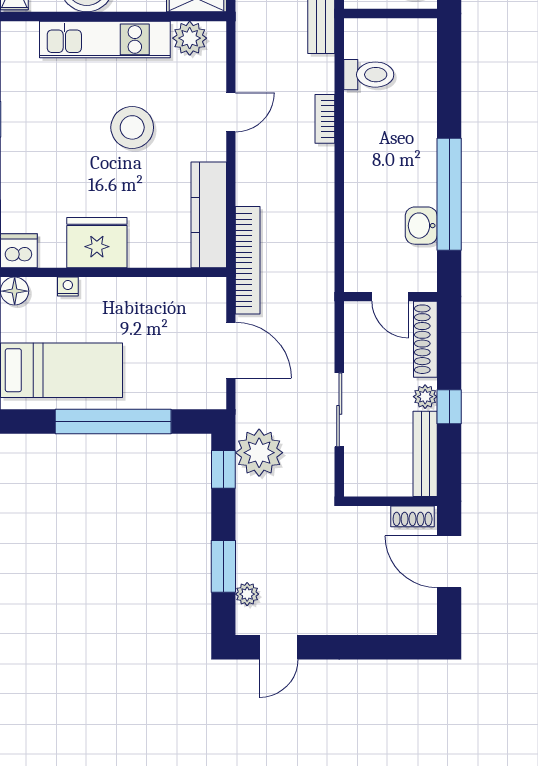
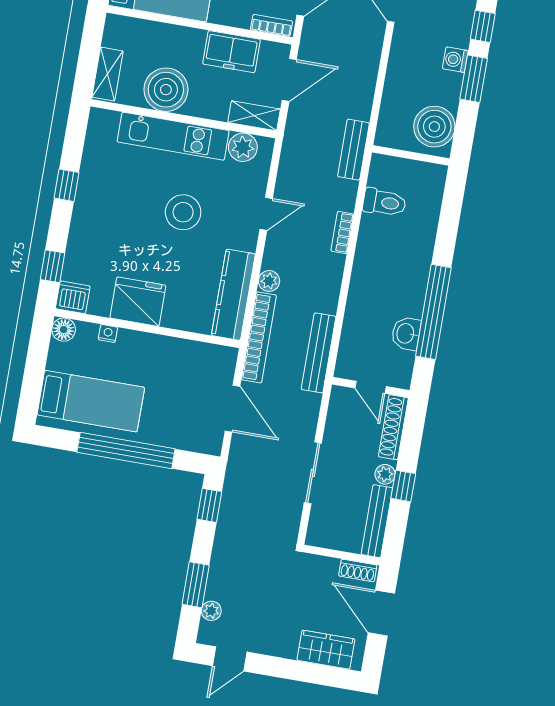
bench: (322, 266) -> (319, 353), added
plant: (259, 453) -> (269, 281), moved, width x0.53, depth x0.53
wardrobe: (391, 617) -> (326, 650), added

